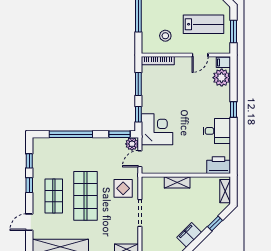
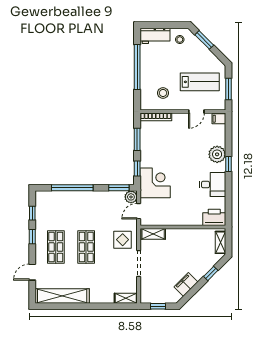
plant: (222, 78) -> (217, 154), moved
shelving: (177, 182) -> (153, 234), moved
shop shelf: (85, 196) -> (86, 247), width x0.70, depth x0.74

